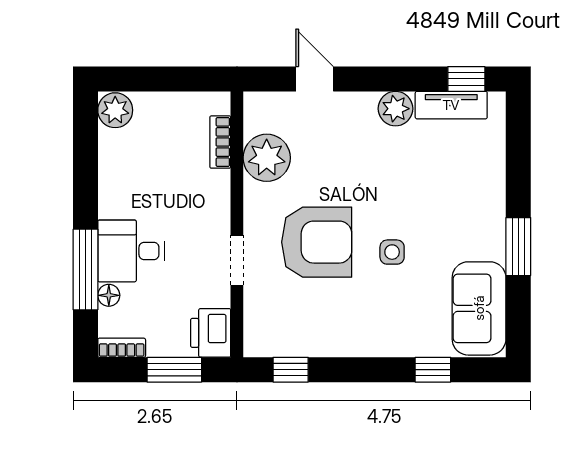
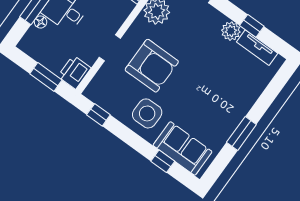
window: (466, 79) -> (252, 26), moved
side table: (392, 252) -> (147, 113), moved, width x1.87, depth x1.87
sofa: (479, 308) -> (183, 148), moved, turned 90
bookcase: (122, 348) -> (29, 50), removed

